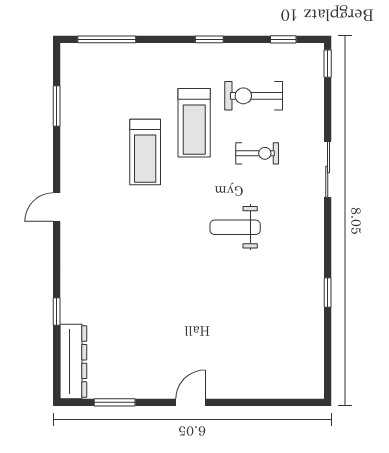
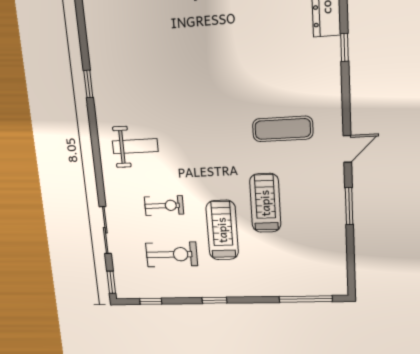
window: (57, 106) -> (349, 206), moved
exercise bike: (257, 153) -> (164, 206), turned 180
sliding door: (328, 169) -> (105, 230), moved
weight bench: (235, 227) -> (135, 146), moved
exercise mat: (122, 232) -> (283, 129), added

